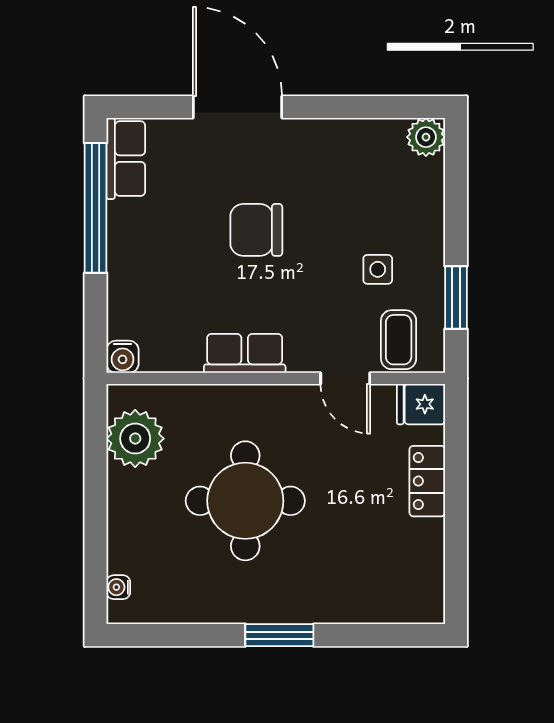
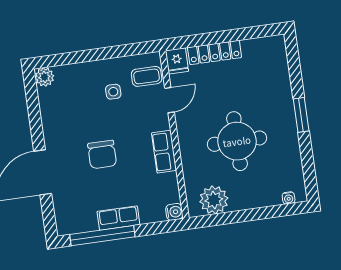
row of seats: (126, 159) -> (118, 218), moved
window: (456, 298) -> (122, 51), removed
locker: (427, 481) -> (215, 52), width x1.53

